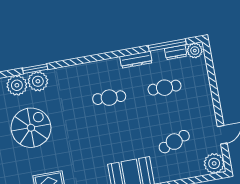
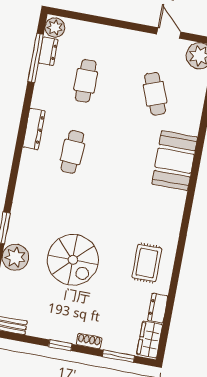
dresser: (136, 60) -> (34, 129), moved
plant: (38, 81) -> (20, 230), removed
spiral stairs: (31, 128) -> (73, 260), turned 180

